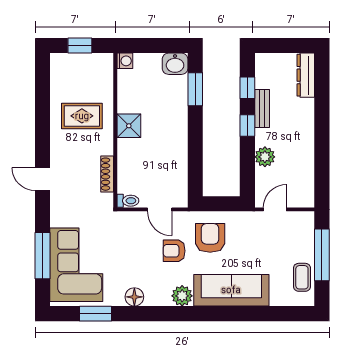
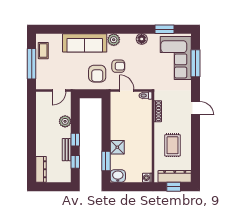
dresser: (78, 63) -> (175, 176), added
rug: (82, 116) -> (173, 145), turned 90
shower: (129, 126) -> (117, 147), moved

